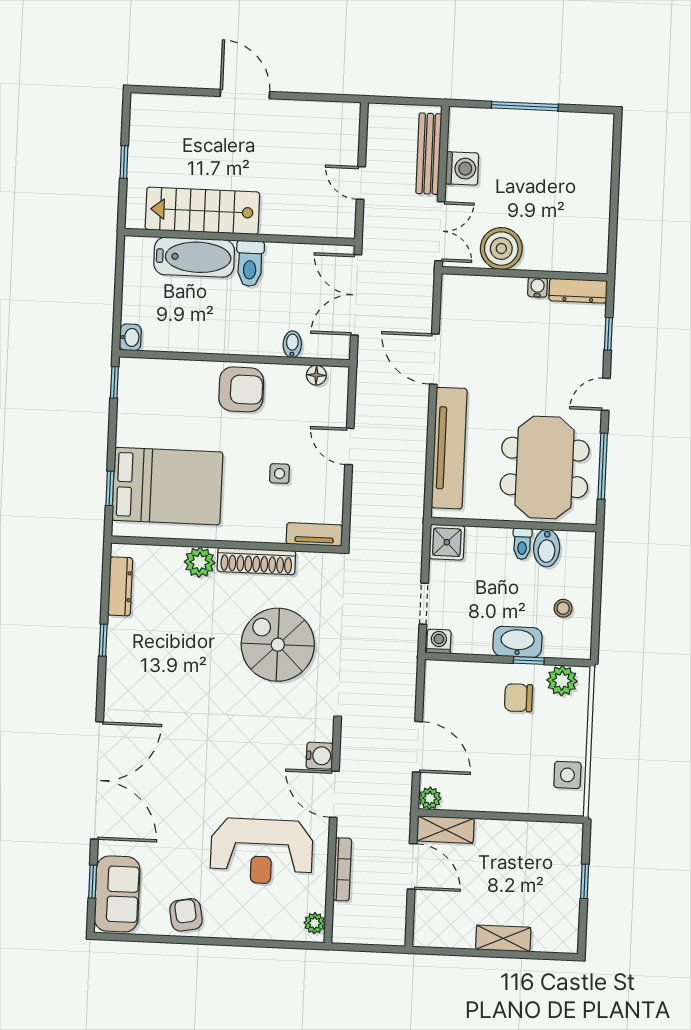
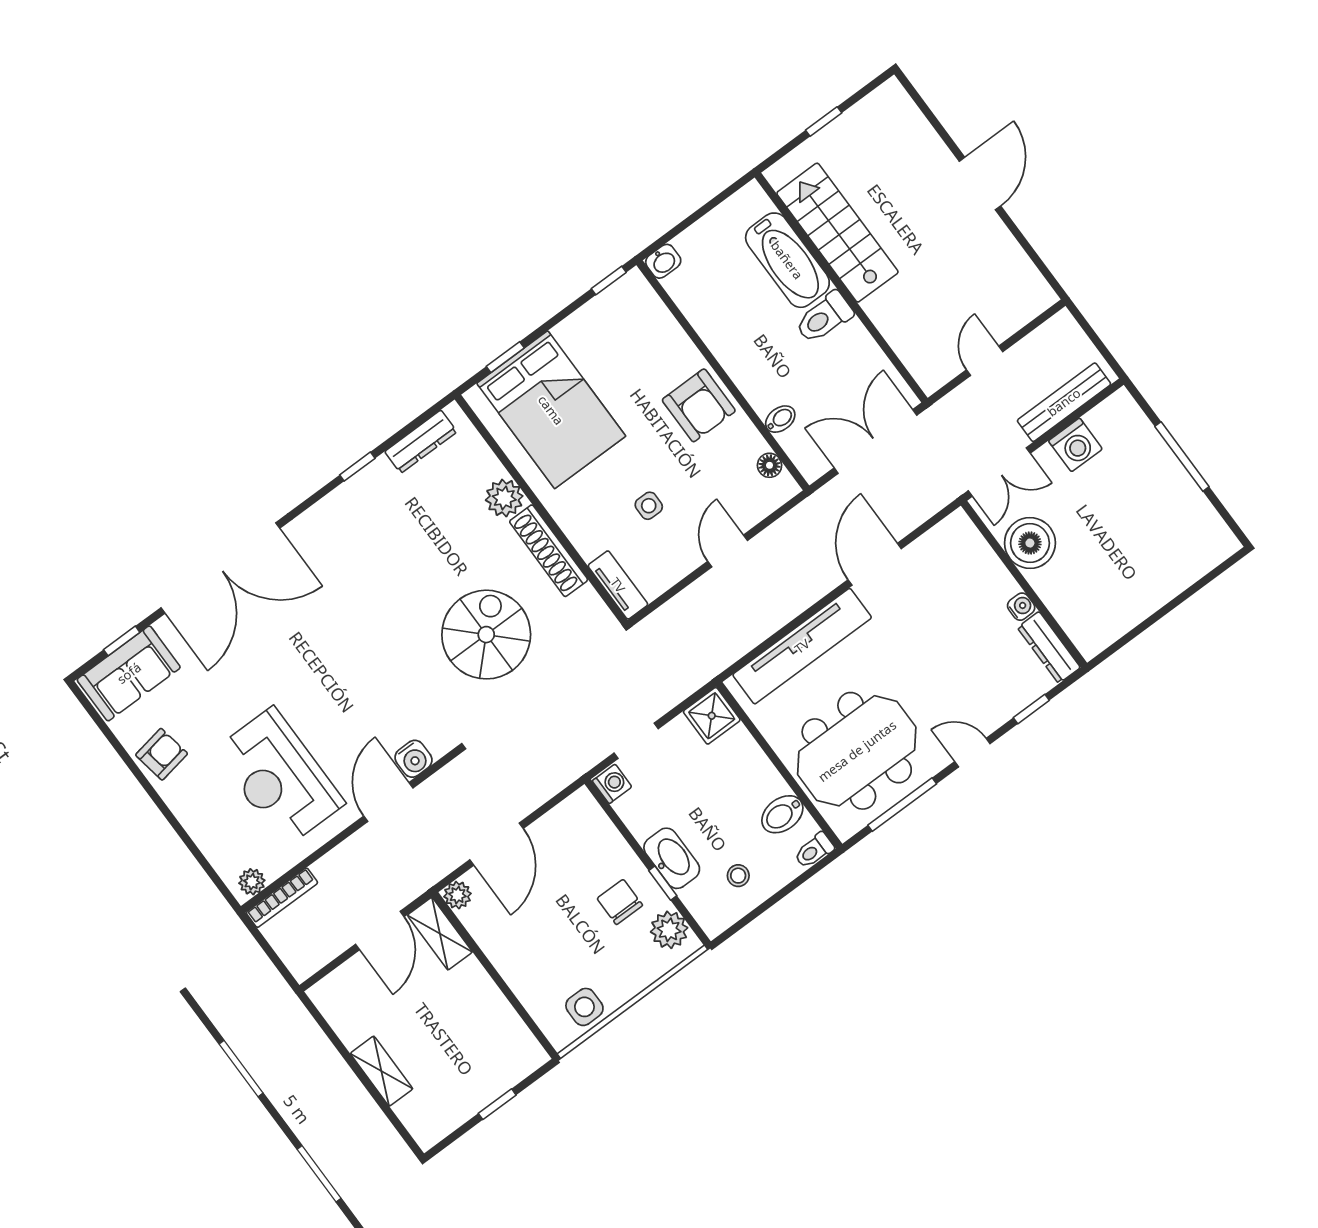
toilet: (522, 544) -> (814, 851), moved
bookcase: (342, 869) -> (282, 898), moved

